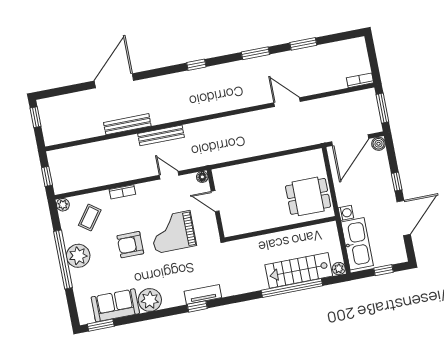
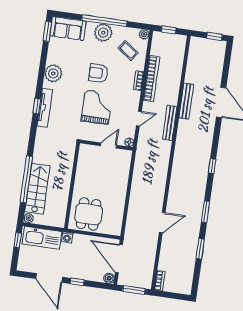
bookcase: (114, 177) -> (151, 79), added
armchair: (130, 245) -> (98, 73), turned -90
window: (384, 270) -> (18, 240), moved
tv unit: (203, 294) -> (45, 108), width x1.41
sofa: (115, 305) -> (68, 28), moved, turned 90

